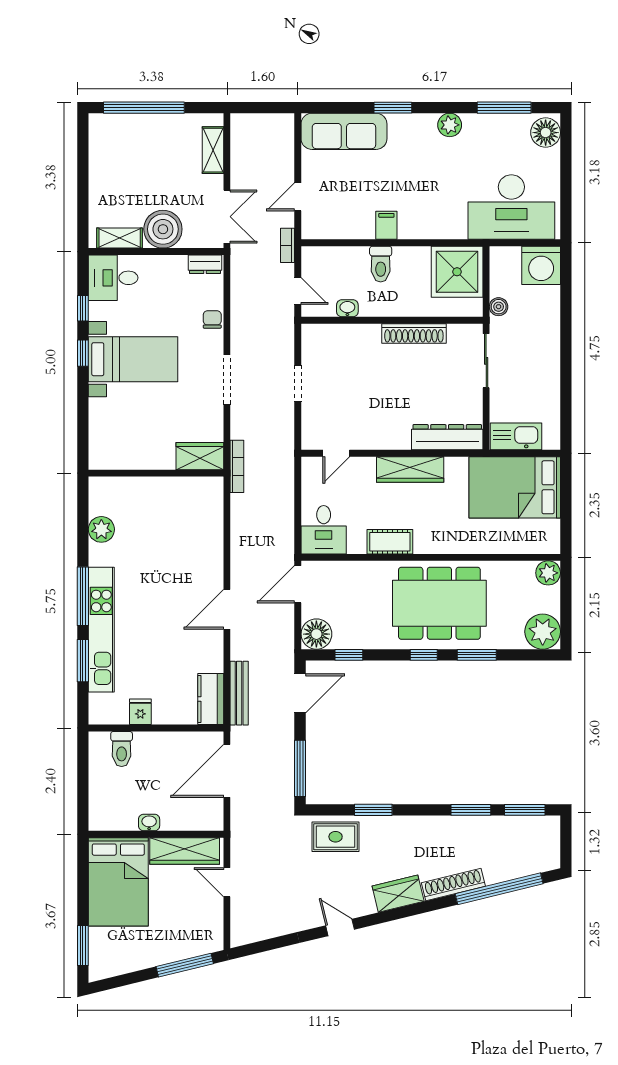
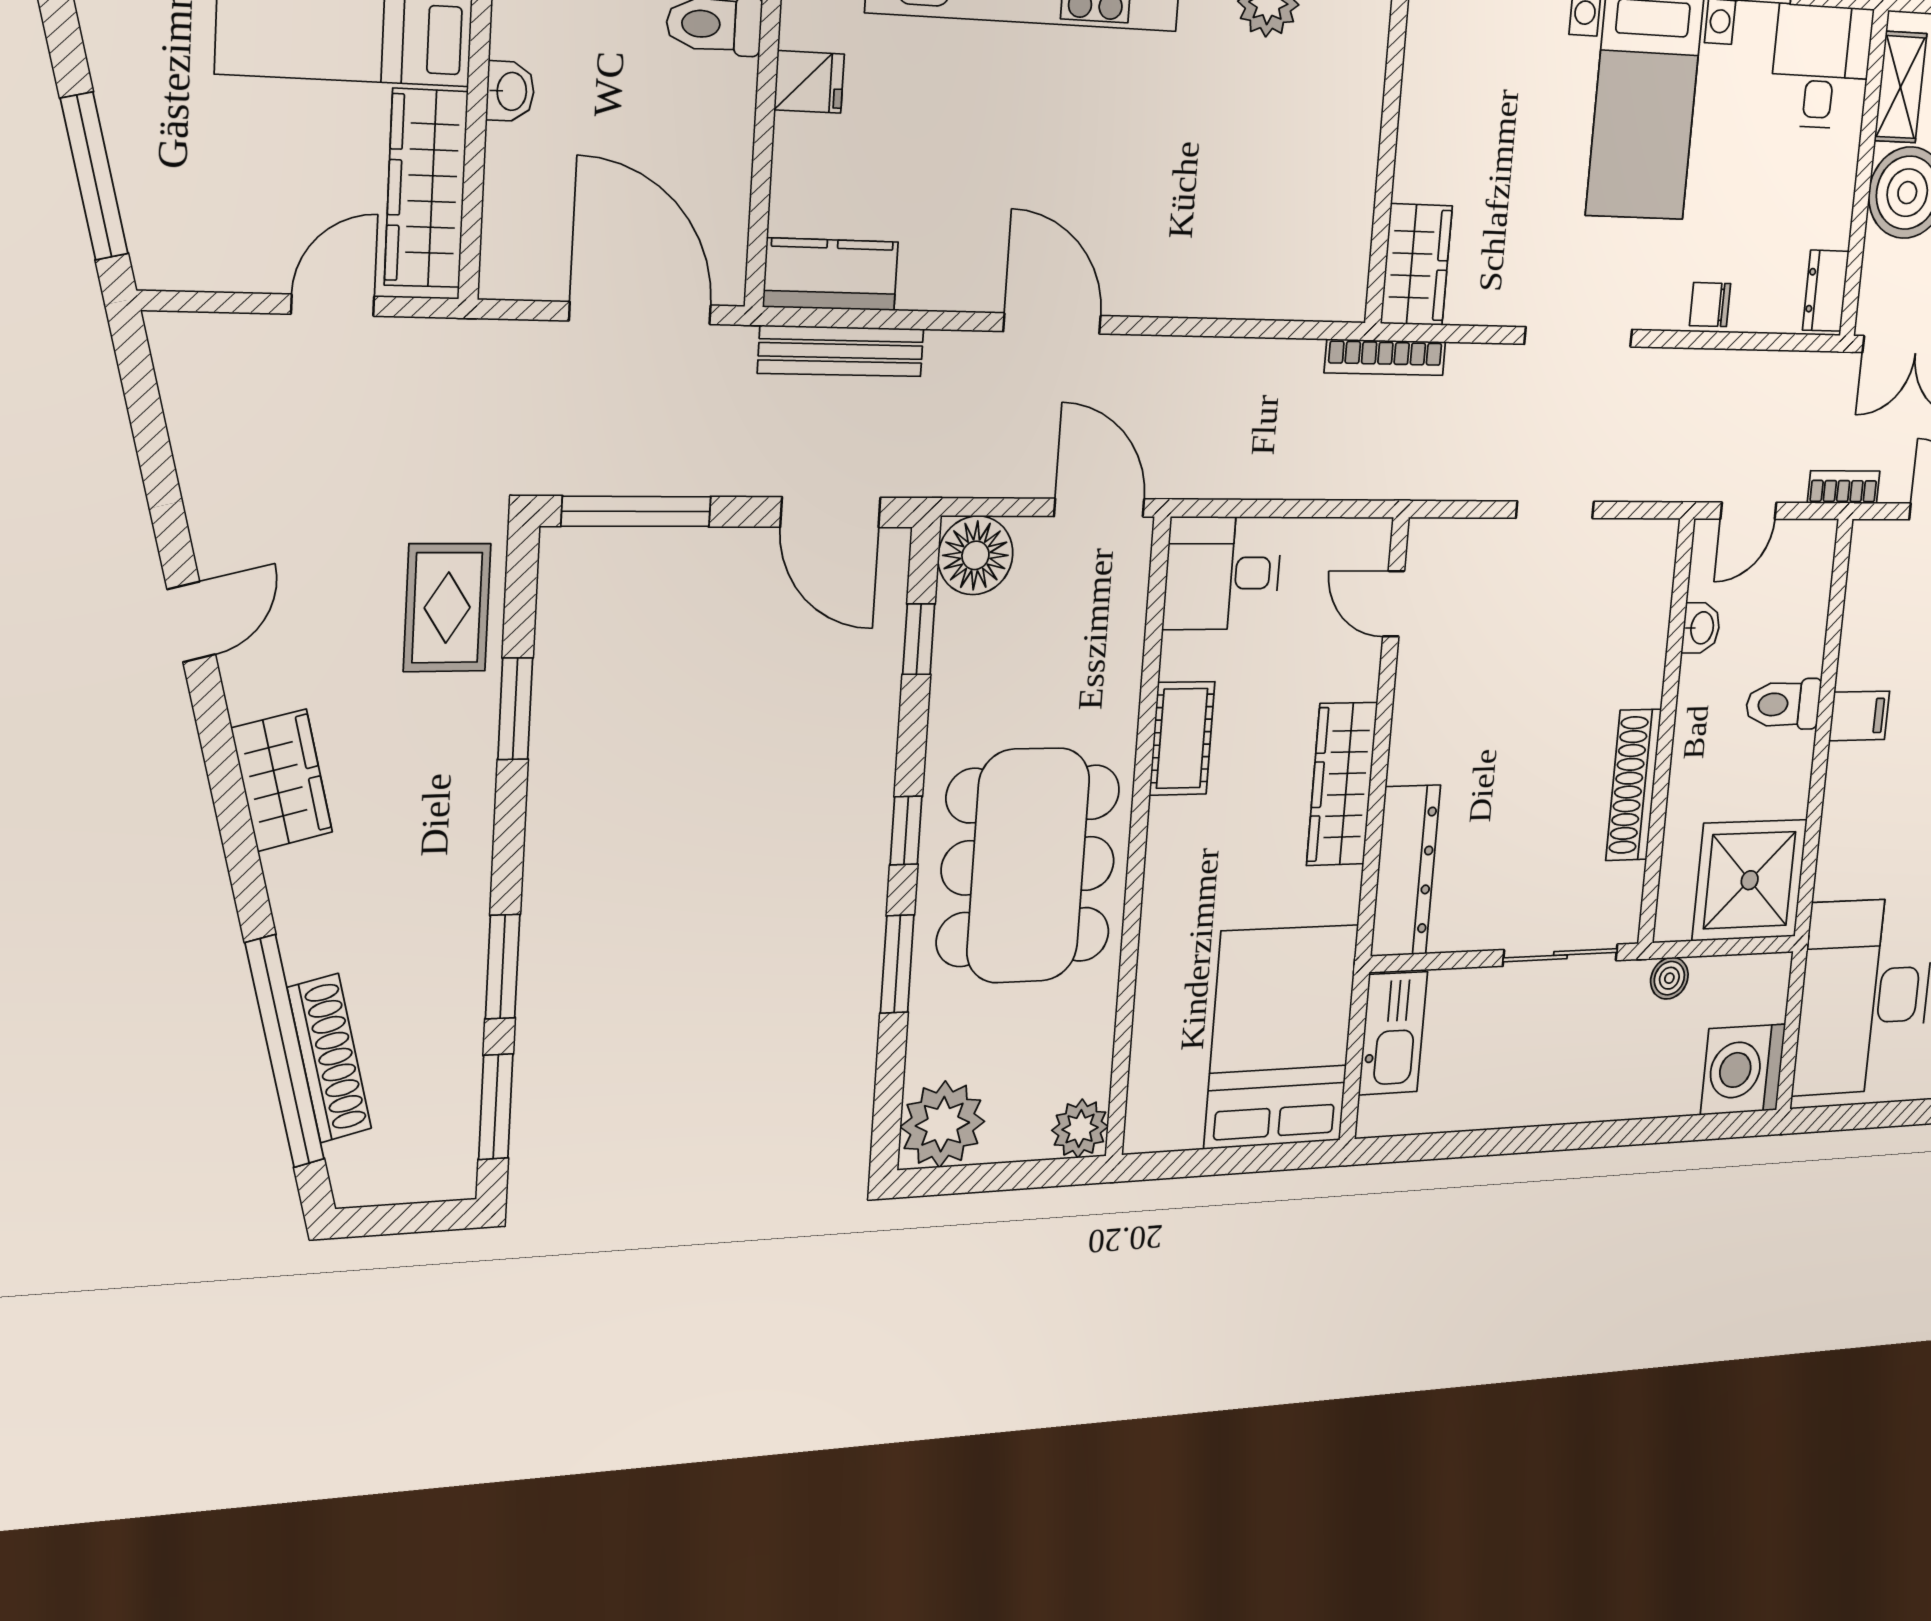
chair: (212, 319) -> (1710, 305), turned 180
shoe rack: (453, 884) -> (329, 1058), moved

